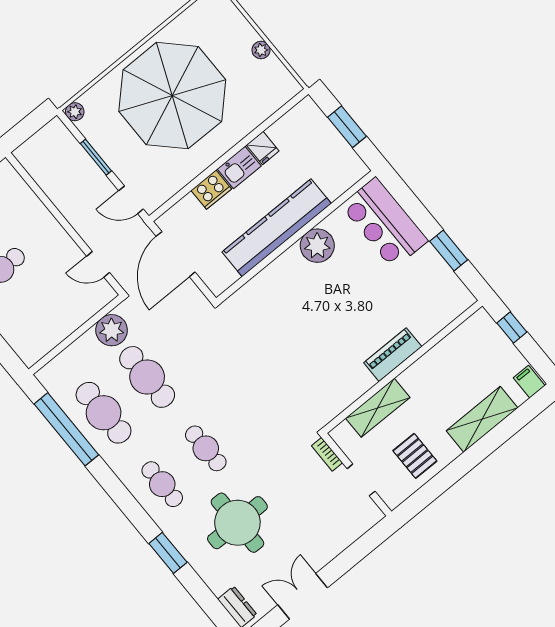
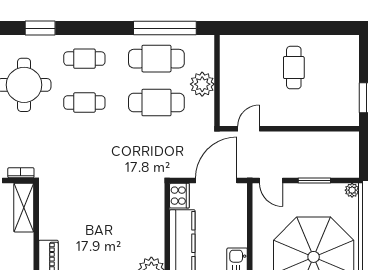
cooker: (211, 190) -> (179, 196), moved, turned 180
door: (131, 200) -> (271, 181), swing flipped
door: (176, 254) -> (216, 181), hinge flipped
plant: (112, 330) -> (202, 84), moved
shelving: (378, 408) -> (24, 208), moved

